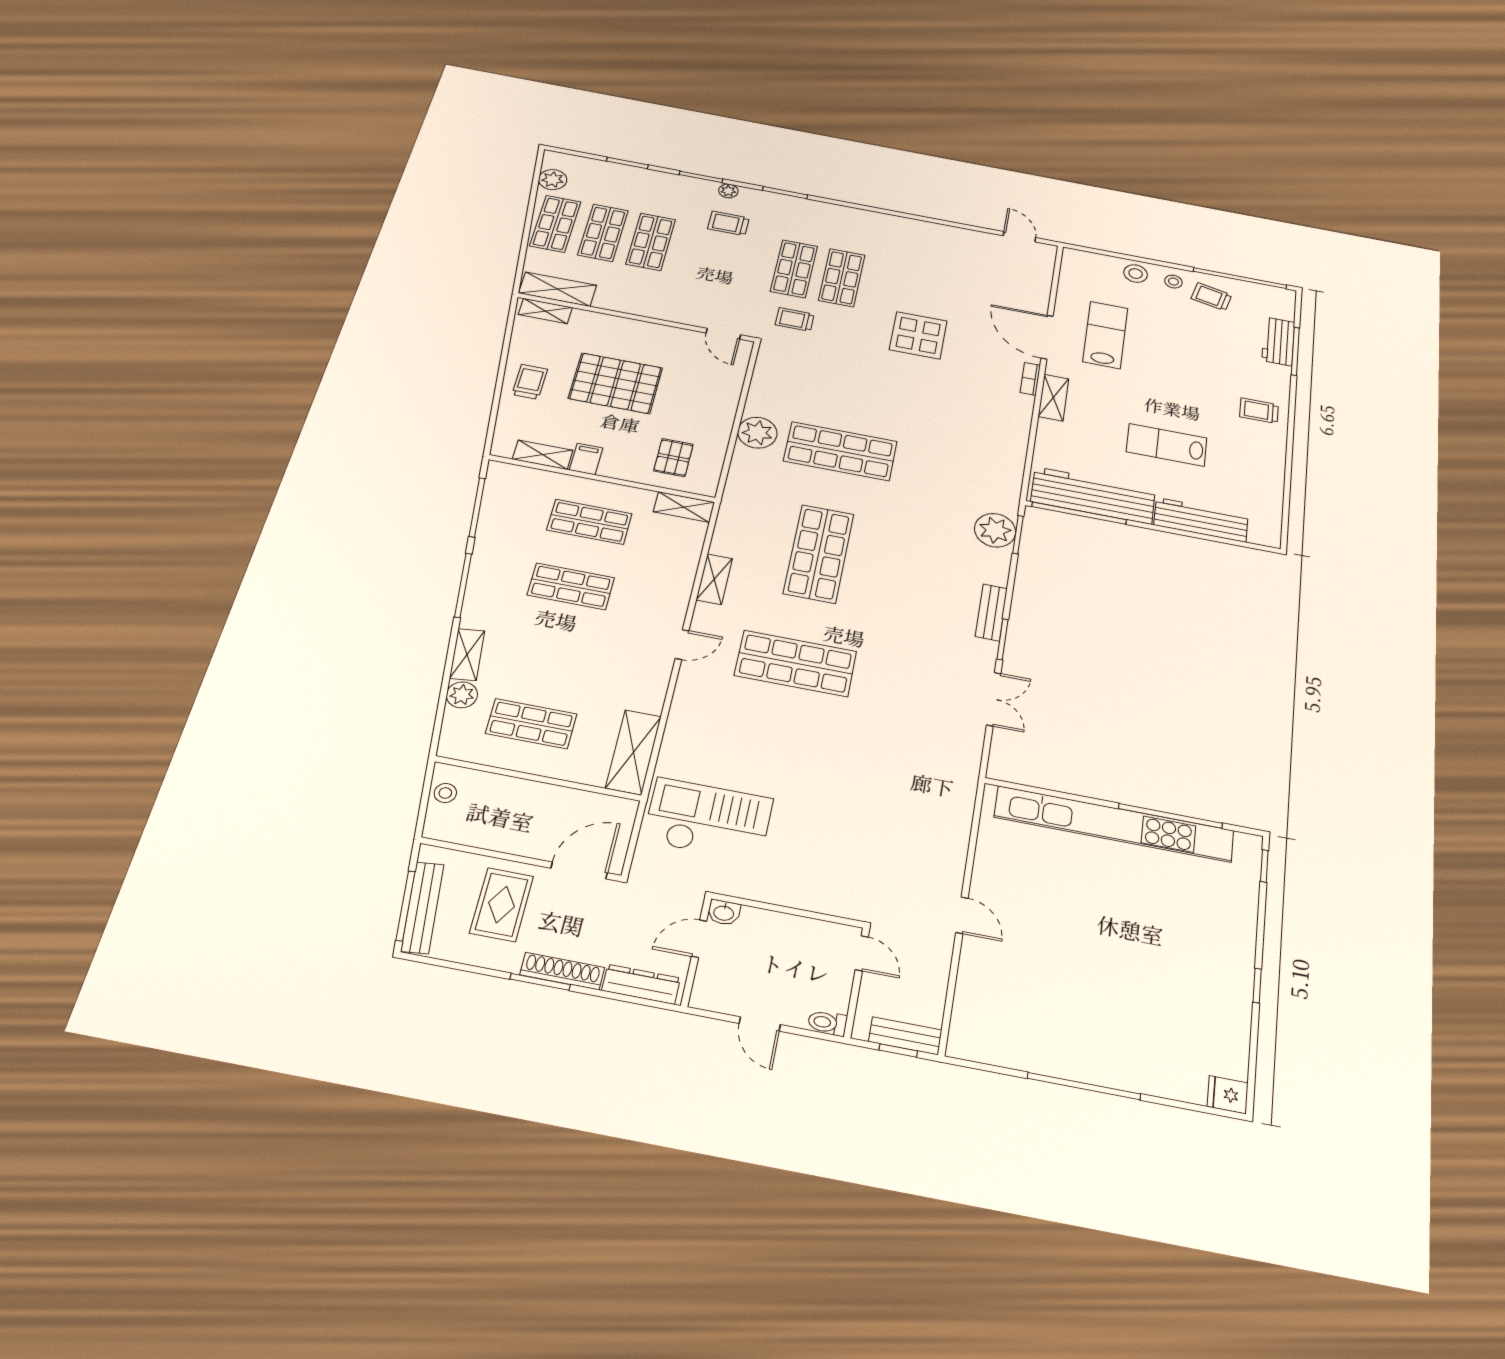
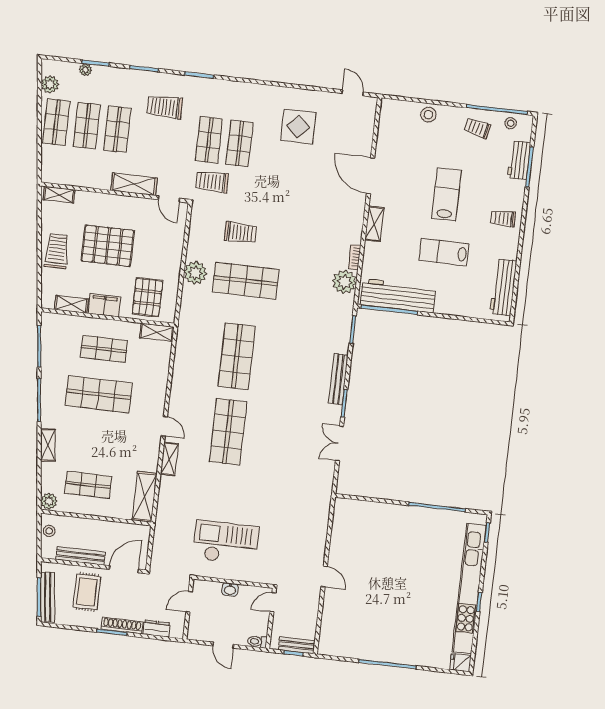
plant: (728, 191) -> (85, 70), moved
trolley: (728, 223) -> (165, 107), width x1.36, depth x1.39
stool: (1173, 282) -> (511, 123), moved
shelving: (558, 289) -> (134, 184), moved
trolley: (795, 319) -> (212, 182), width x1.36, depth x1.39
display table: (918, 335) -> (298, 127), moved
lab bench: (1105, 335) -> (446, 194), moved
bookcase: (1030, 379) -> (355, 257), moved
trolley: (530, 382) -> (57, 251), width x1.36, depth x1.39
trolley: (836, 387) -> (240, 232), added
pallet: (673, 458) -> (147, 297), width x1.50, depth x1.42
filing cabinet: (586, 459) -> (104, 305), width x2.00
workbench: (1201, 520) -> (503, 287), moved, turned -90
plant: (995, 530) -> (344, 282), moved
shelving: (714, 579) -> (169, 459), moved
shop shelf: (571, 586) -> (99, 394), width x1.43, depth x1.36
bench: (991, 612) -> (338, 379), width x1.36
door: (682, 645) -> (164, 426), hinge flipped
shop shelf: (796, 663) -> (228, 432), turned 90
plant: (462, 695) -> (49, 501), moved
double door: (994, 699) -> (340, 443), swing flipped
checkout: (708, 820) -> (226, 543), moved
kitchen unit: (1114, 824) -> (469, 589), moved, turned 90
bench: (499, 840) -> (81, 556), added
washbasin: (724, 913) -> (230, 589), moved
door: (862, 953) -> (273, 602), swing flipped
dresser: (641, 984) -> (157, 628), width x0.70

